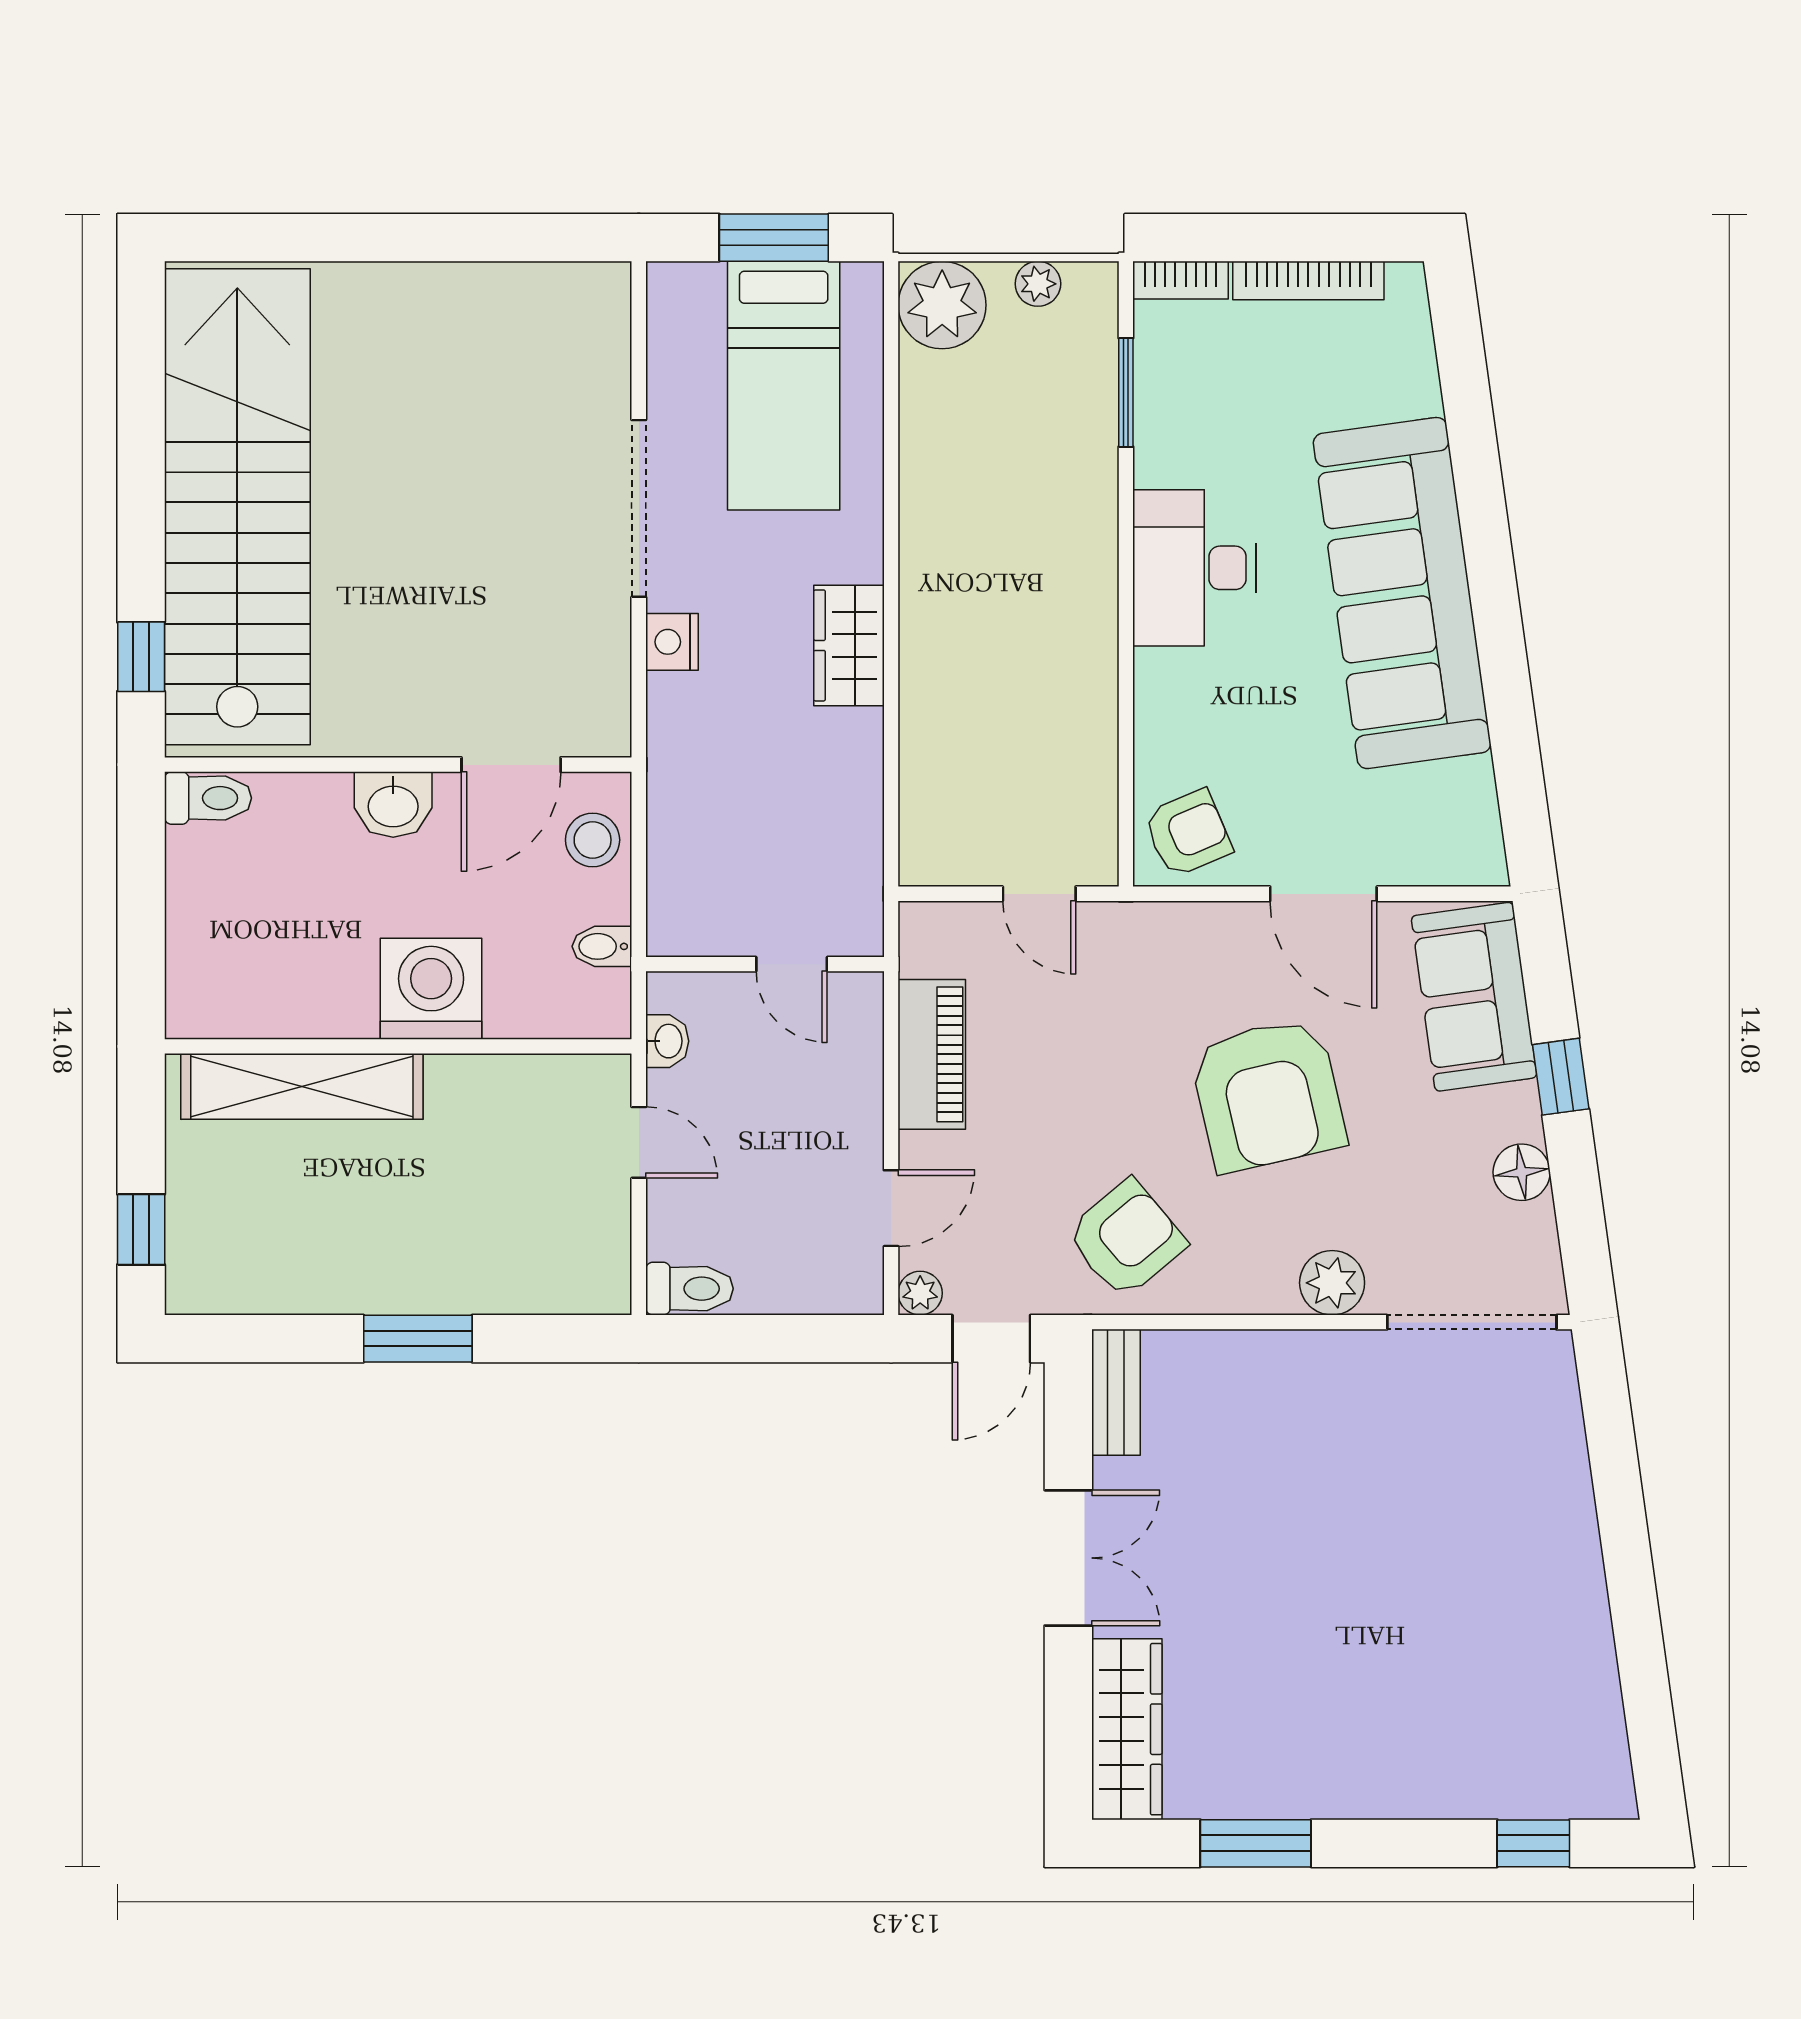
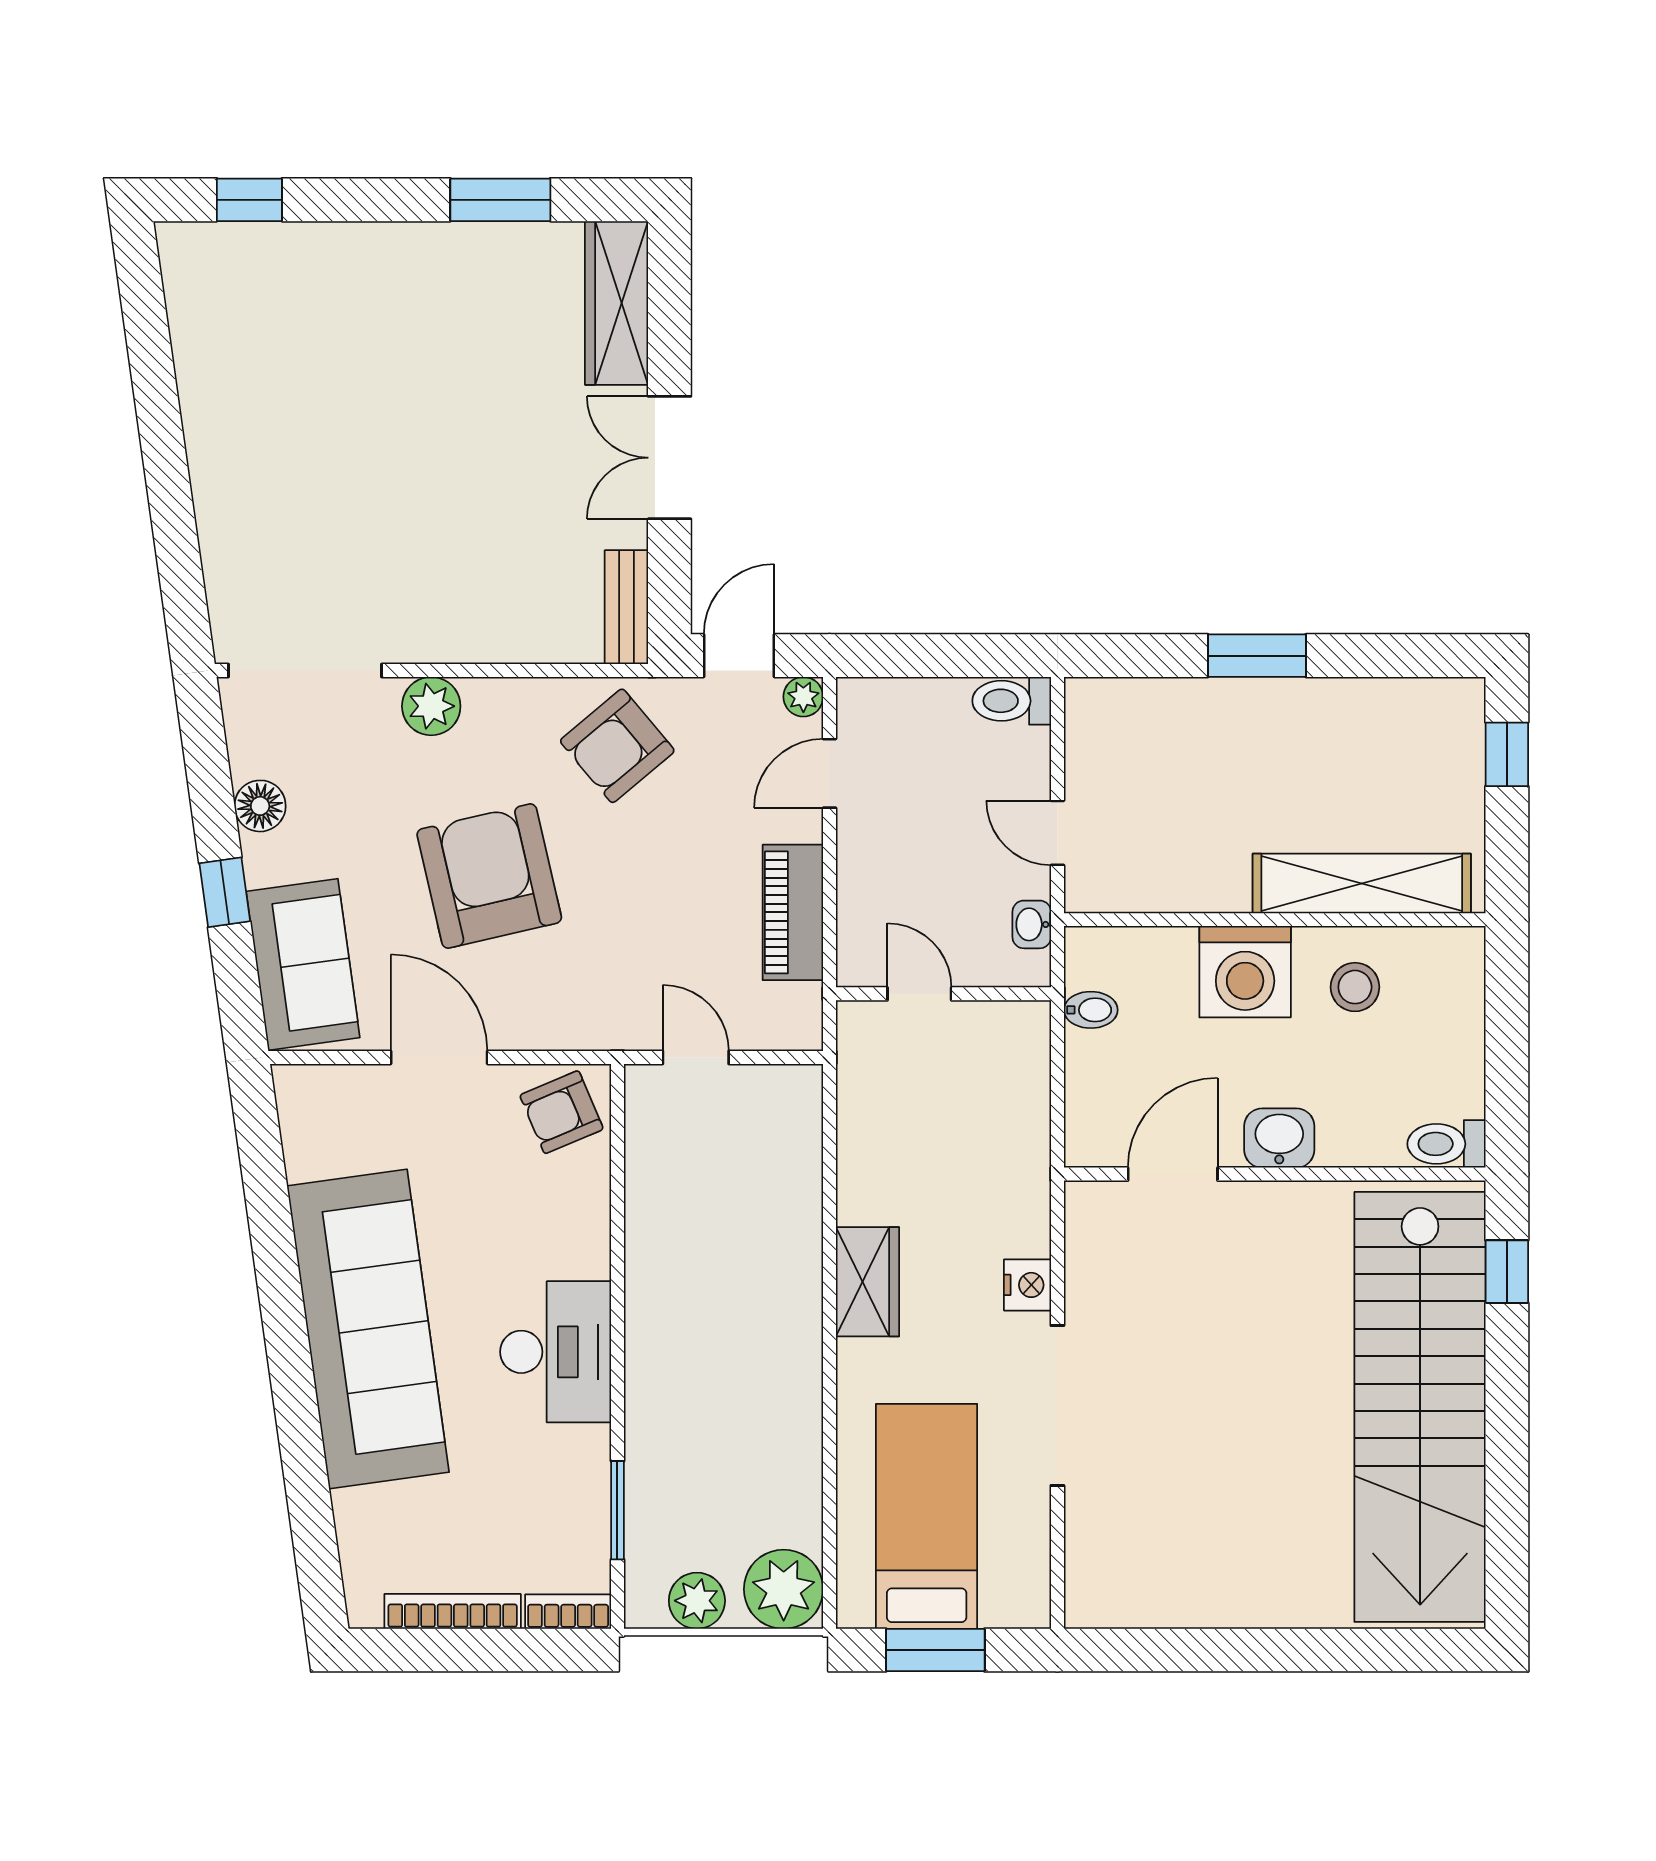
plant: (1038, 284) -> (697, 1601), width x1.38, depth x1.38
stool: (593, 840) -> (1355, 987), moved

